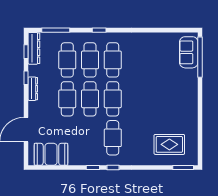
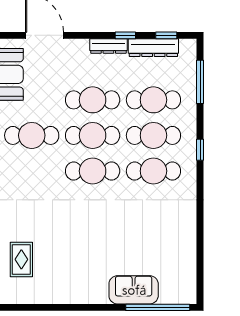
dresser: (34, 48) -> (153, 48), moved
sofa: (189, 52) -> (134, 290), moved
cafe table: (113, 138) -> (32, 135), moved
rug: (169, 144) -> (21, 259), width x0.73, depth x0.70

